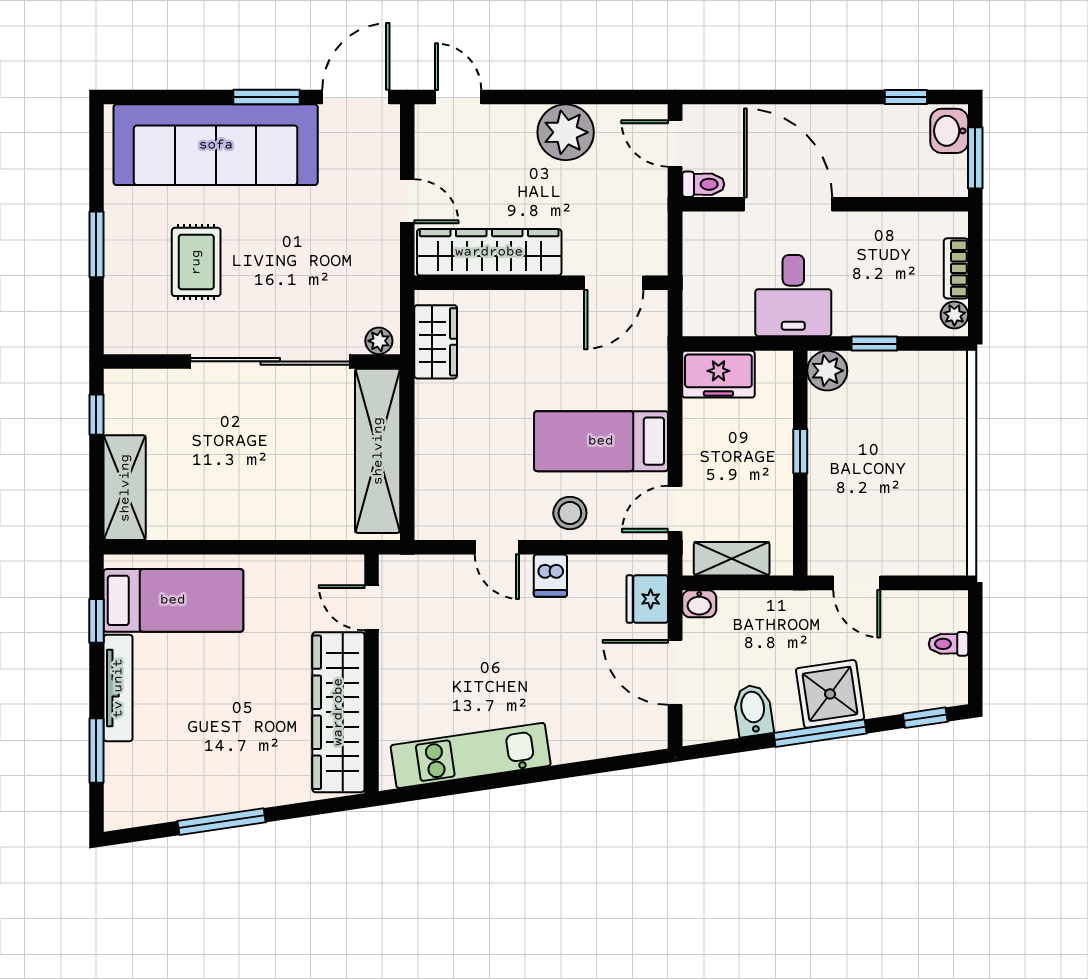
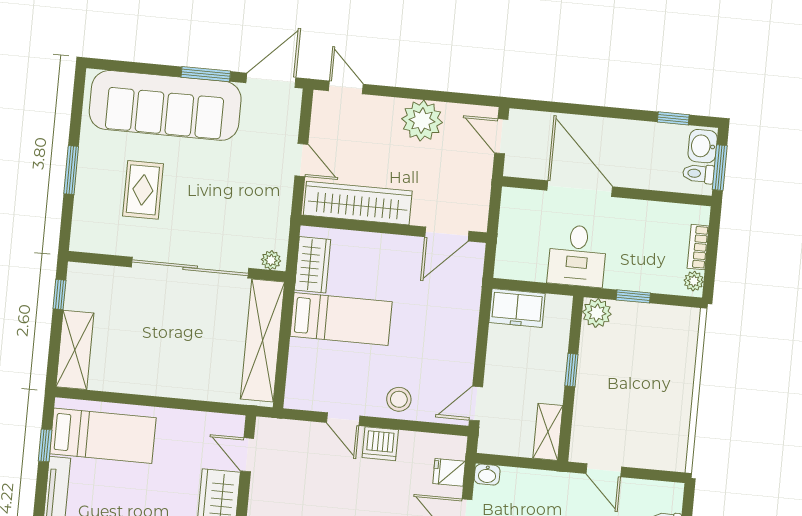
toilet: (703, 184) -> (698, 174), moved, turned 180
bed: (601, 441) -> (341, 319), moved, turned 180
shelving: (732, 559) -> (548, 432), moved, turned 90
dishwasher: (550, 576) -> (380, 444), width x1.38
fridge: (647, 599) -> (449, 472), width x0.72

